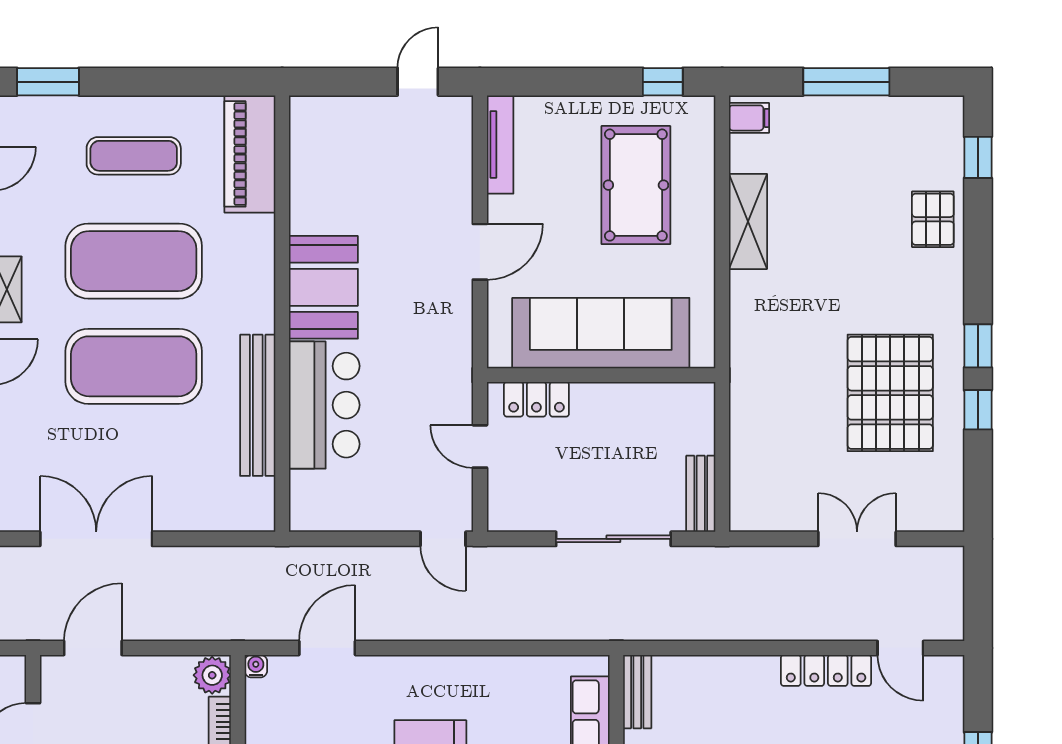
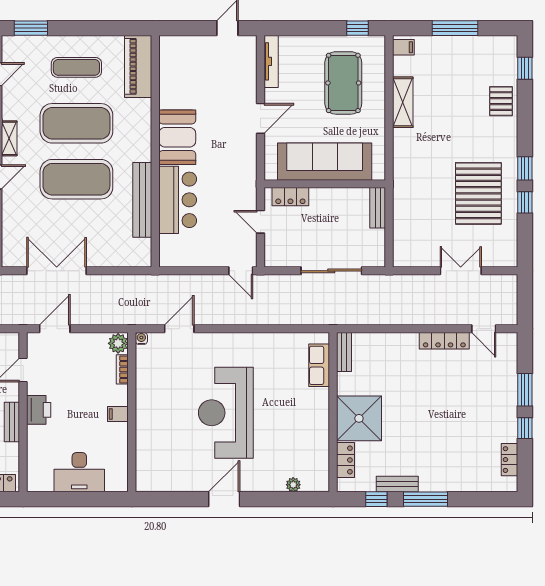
bench: (701, 494) -> (378, 208), moved

